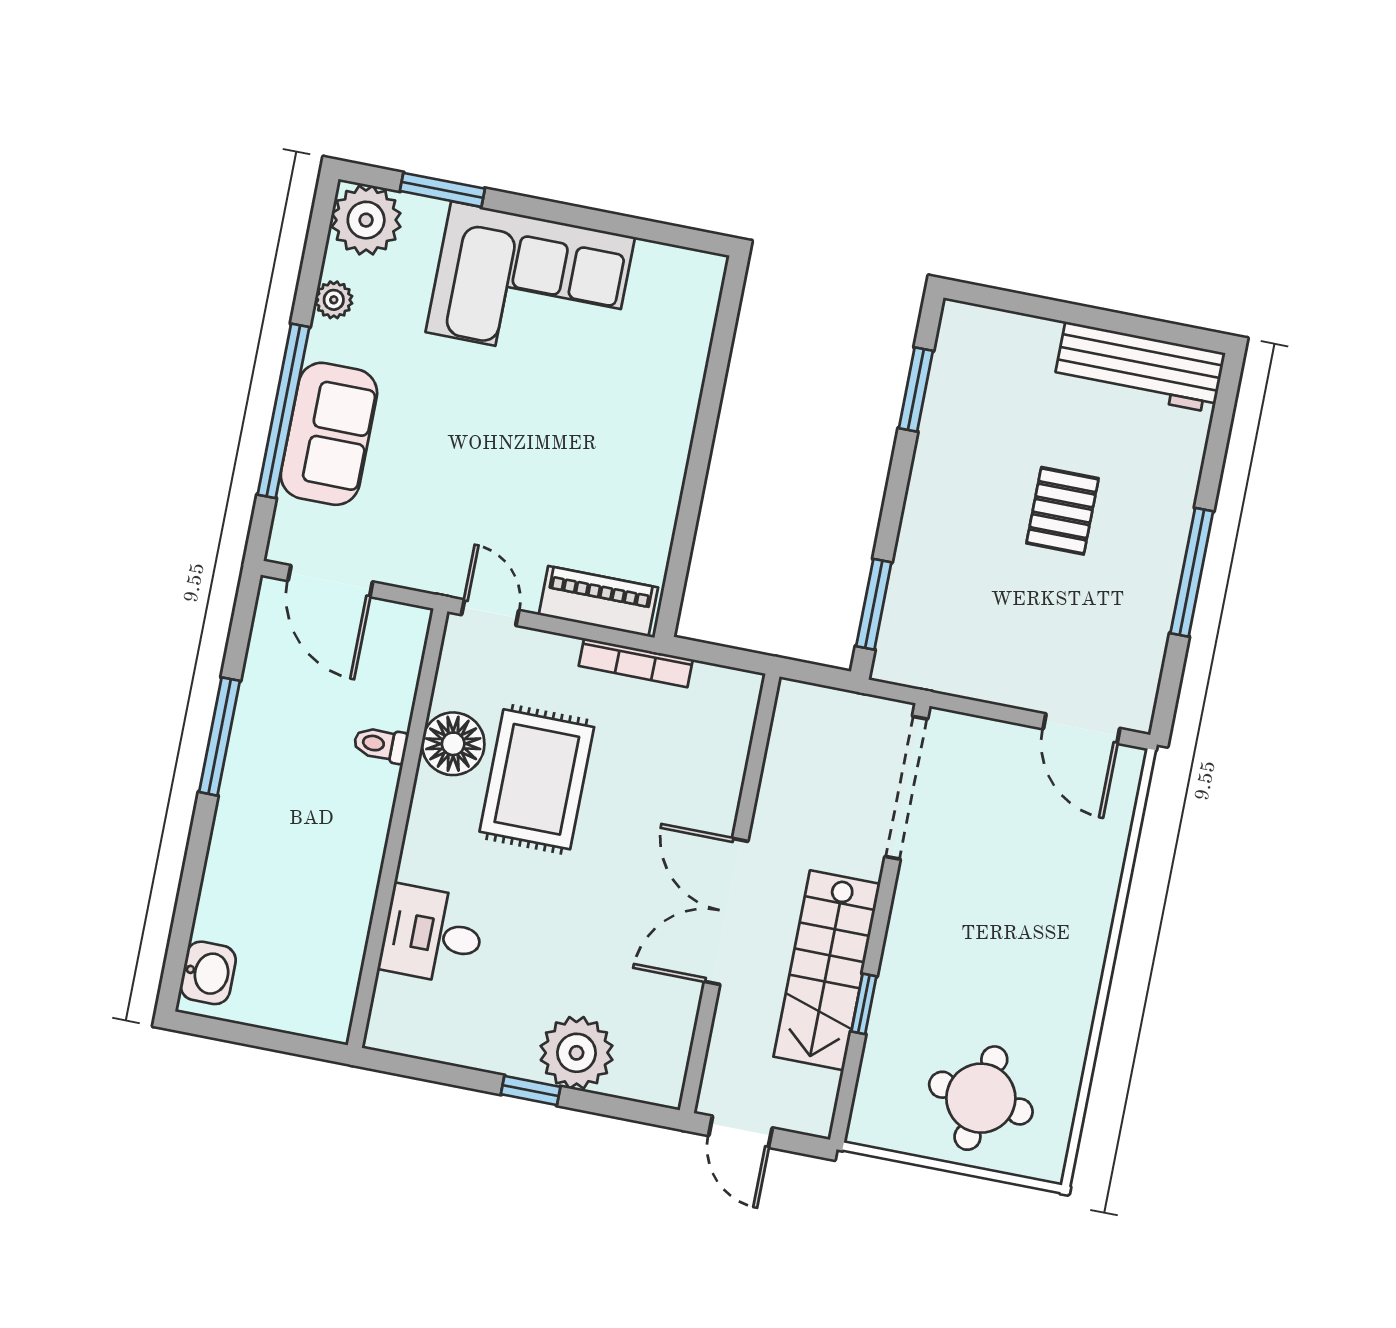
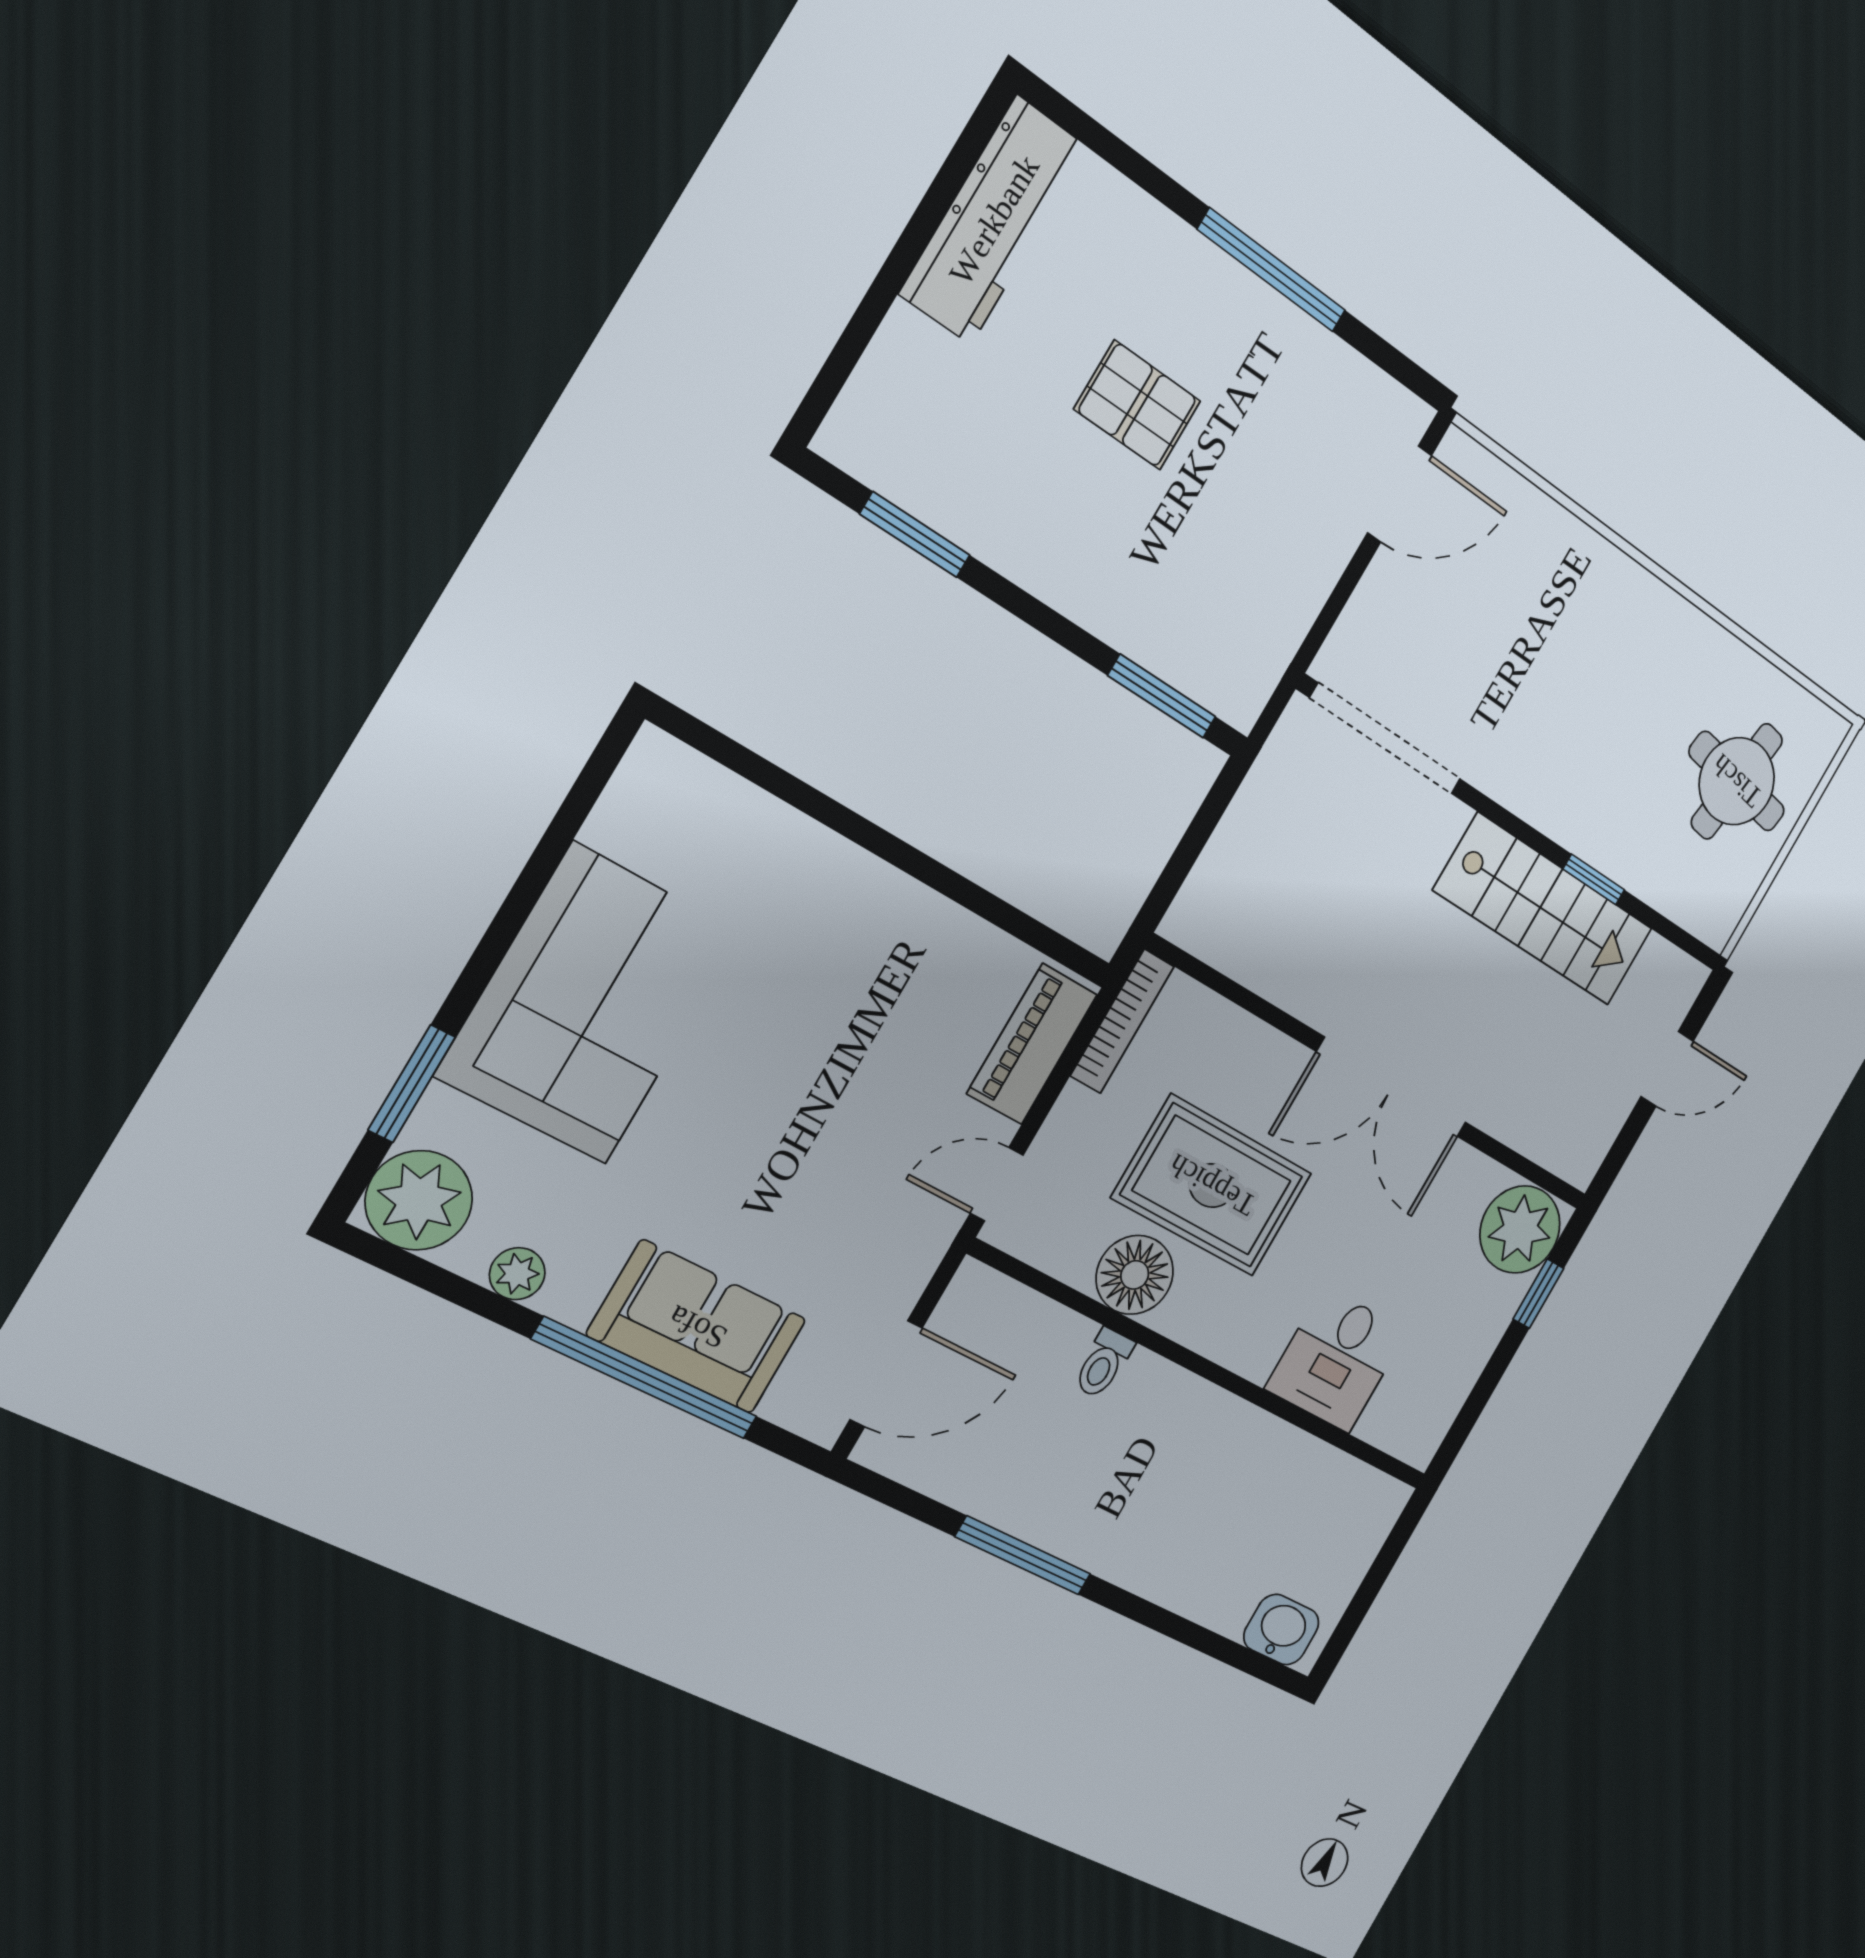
wall: (730, 893) -> (1374, 1077), moved
double door: (726, 911) -> (1392, 1087), moved

